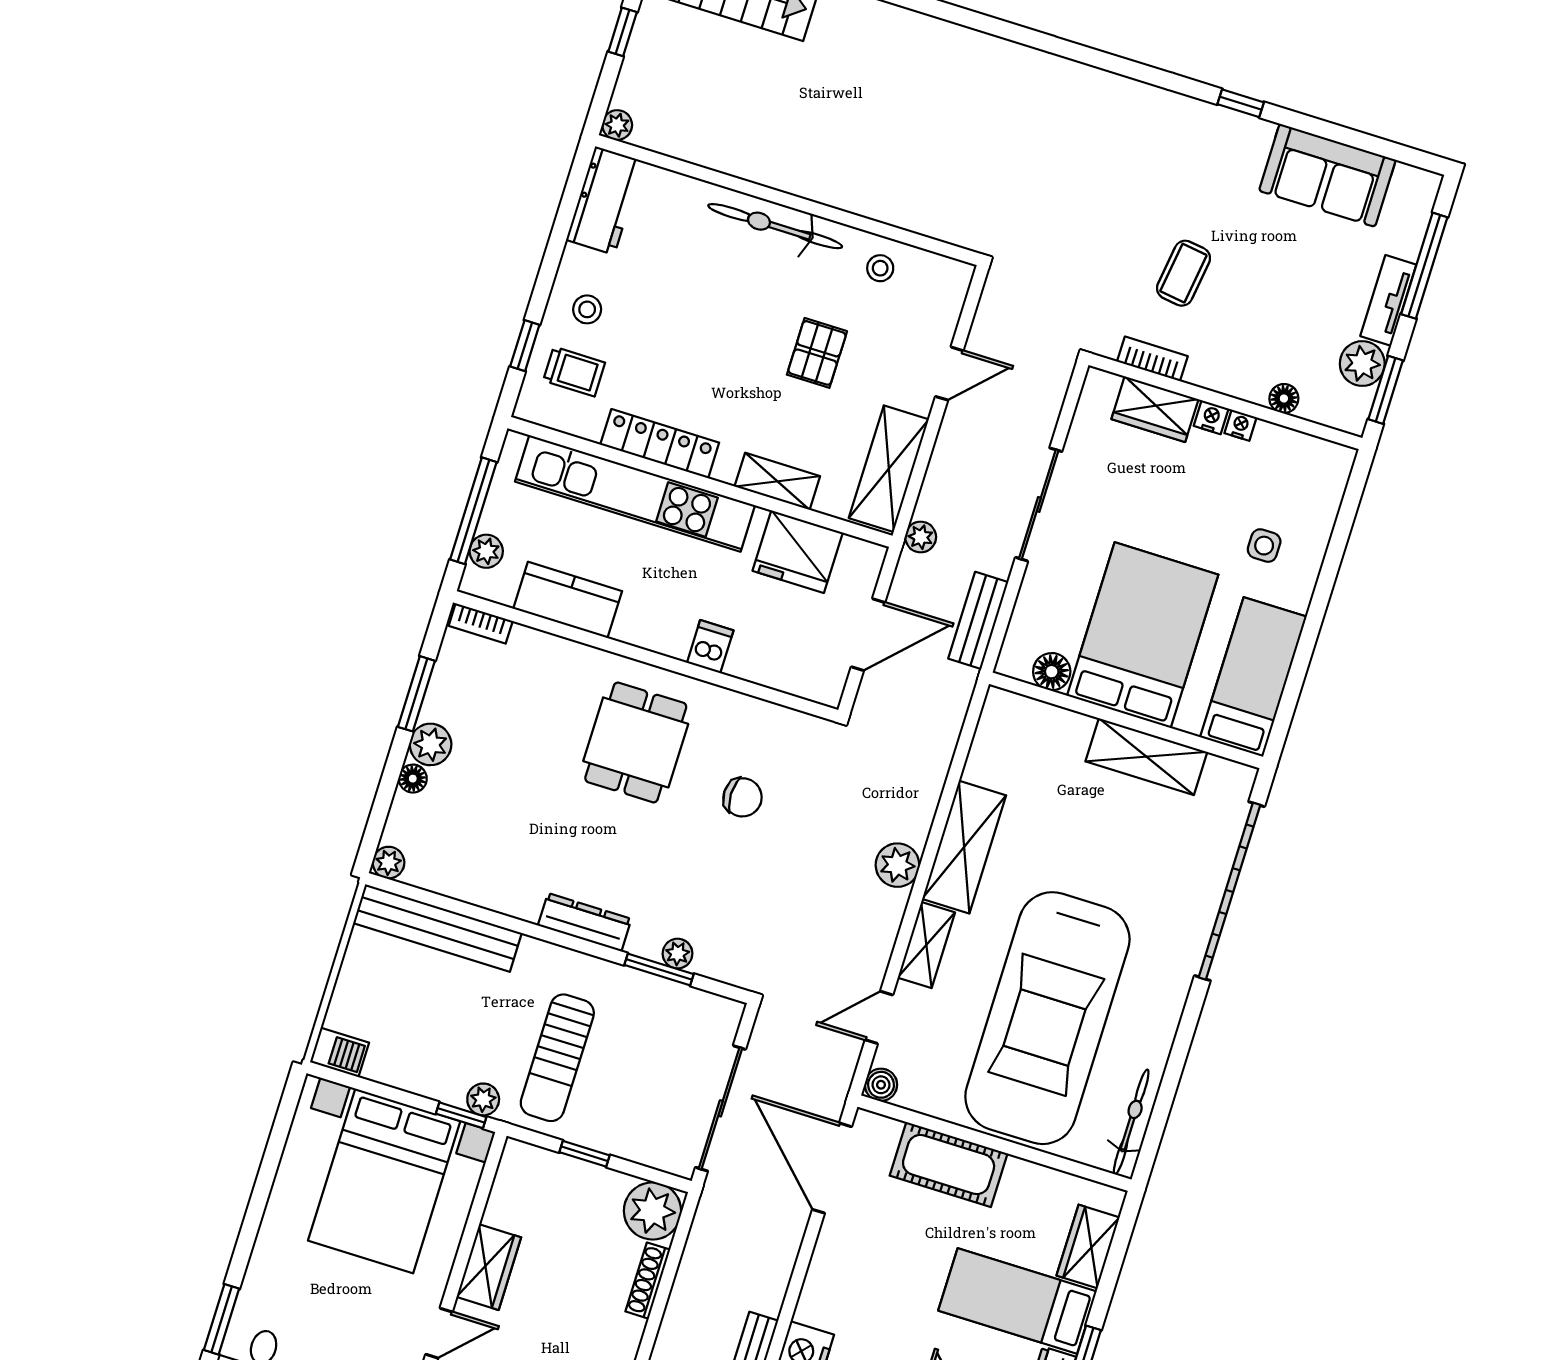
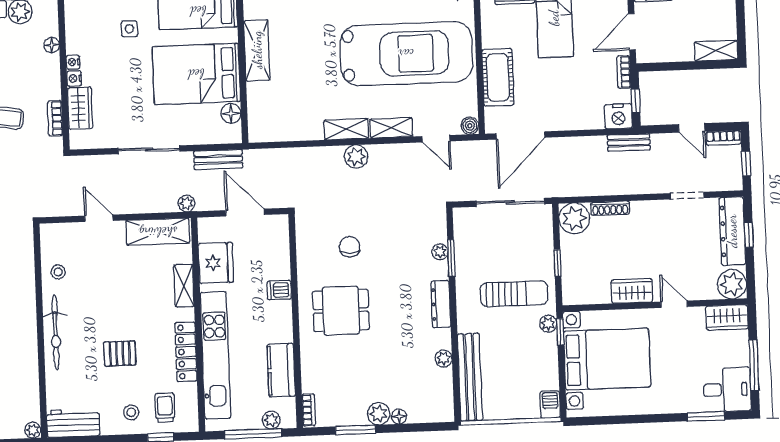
pallet: (817, 353) -> (120, 353), moved
shelving: (964, 847) -> (346, 129), width x0.67, depth x0.75
plant: (388, 863) -> (444, 359), moved

